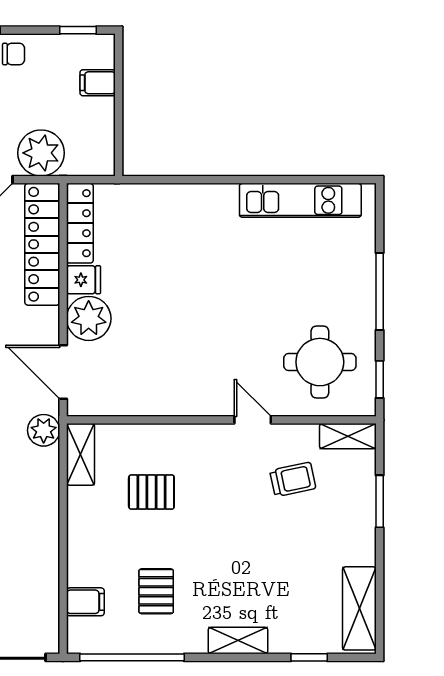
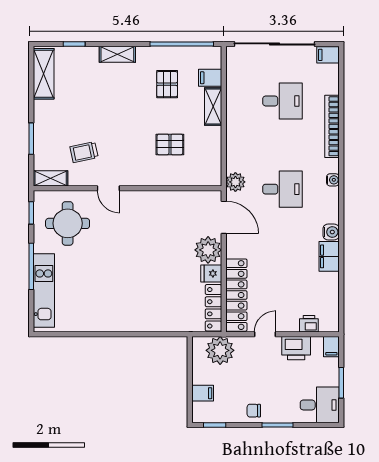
plant: (41, 153) -> (220, 350), moved
kitchen unit: (300, 200) -> (44, 290), moved, turned 90
shelving: (80, 454) -> (213, 107), moved

